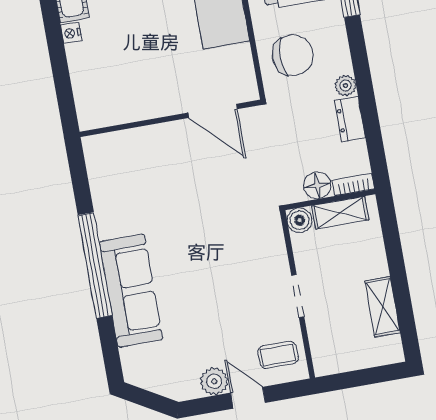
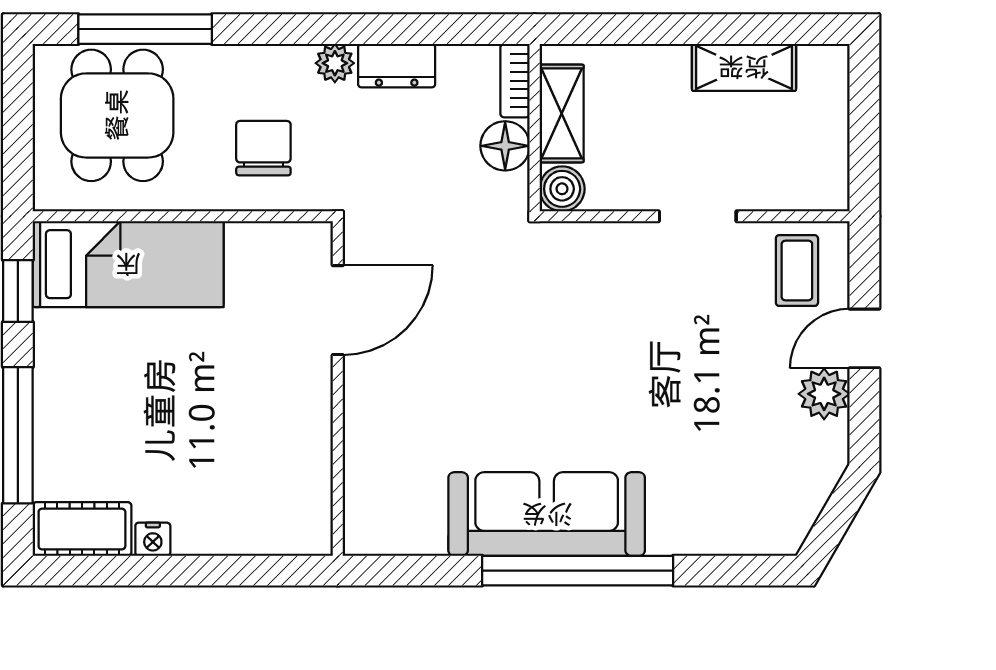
chair: (293, 55) -> (263, 148), width x0.73, depth x0.73
sofa: (131, 291) -> (547, 514), moved

